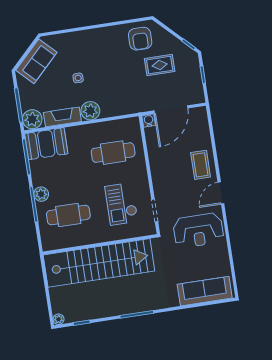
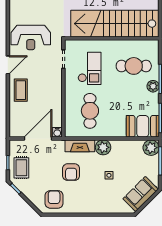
rug: (160, 65) -> (21, 168), moved, turned 90
armchair: (125, 75) -> (71, 172), added
fireplace: (62, 117) -> (80, 146), moved
cafe table: (113, 153) -> (90, 111), turned 90
reception desk: (198, 230) -> (31, 38), turned 180

